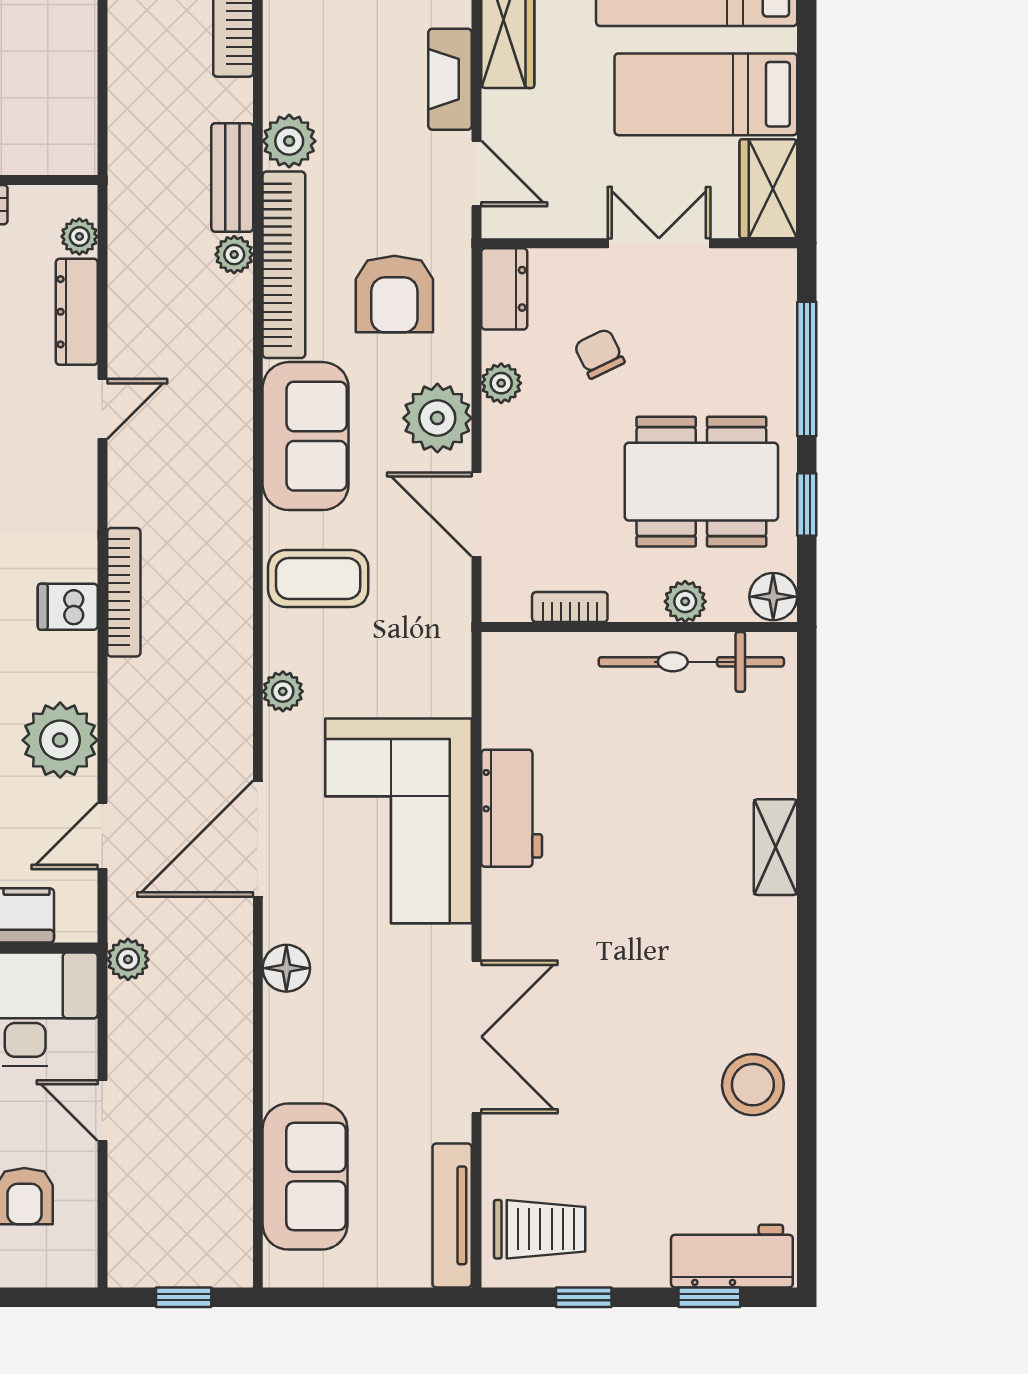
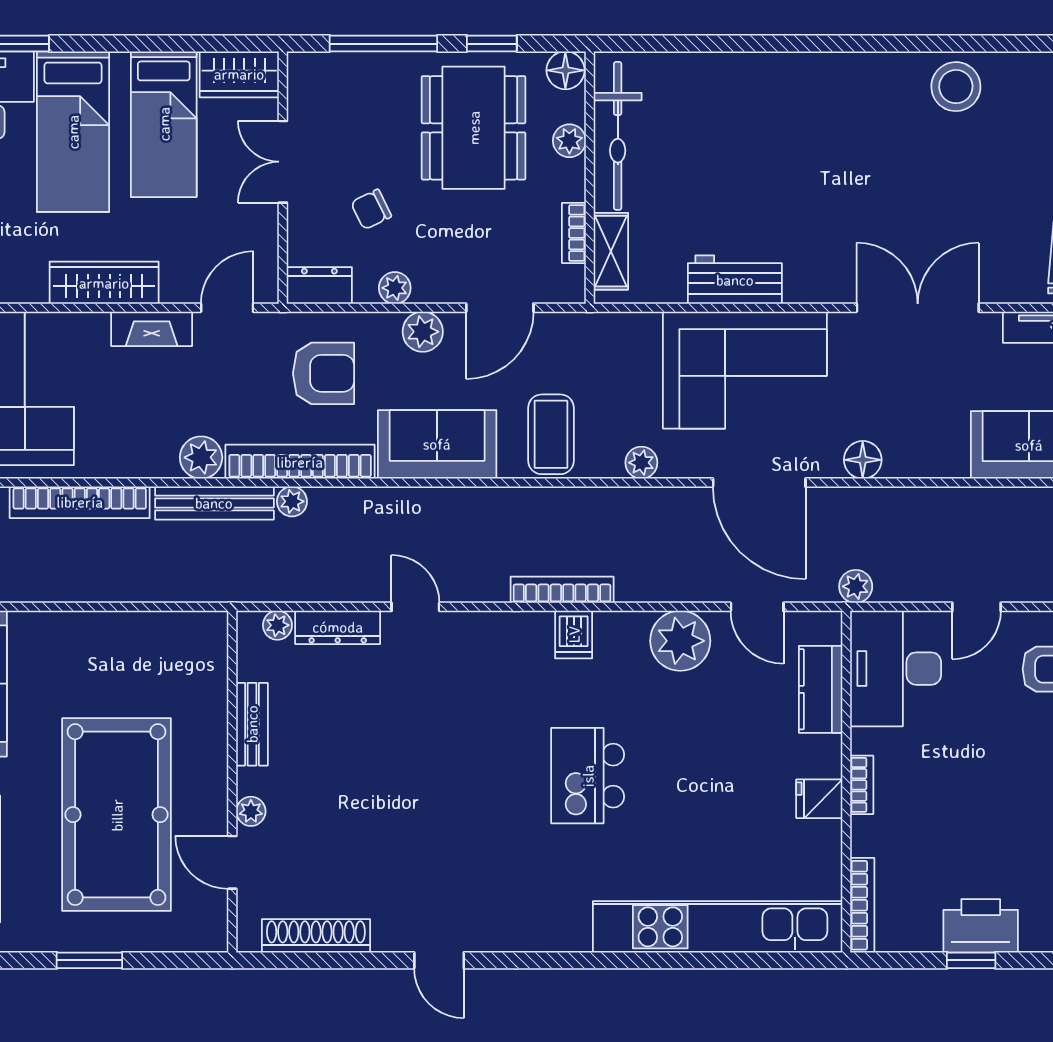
bench: (232, 177) -> (214, 503), width x1.36
plant: (437, 418) -> (423, 332), width x0.73, depth x0.73
shelving: (775, 847) -> (611, 251), moved, turned 90

